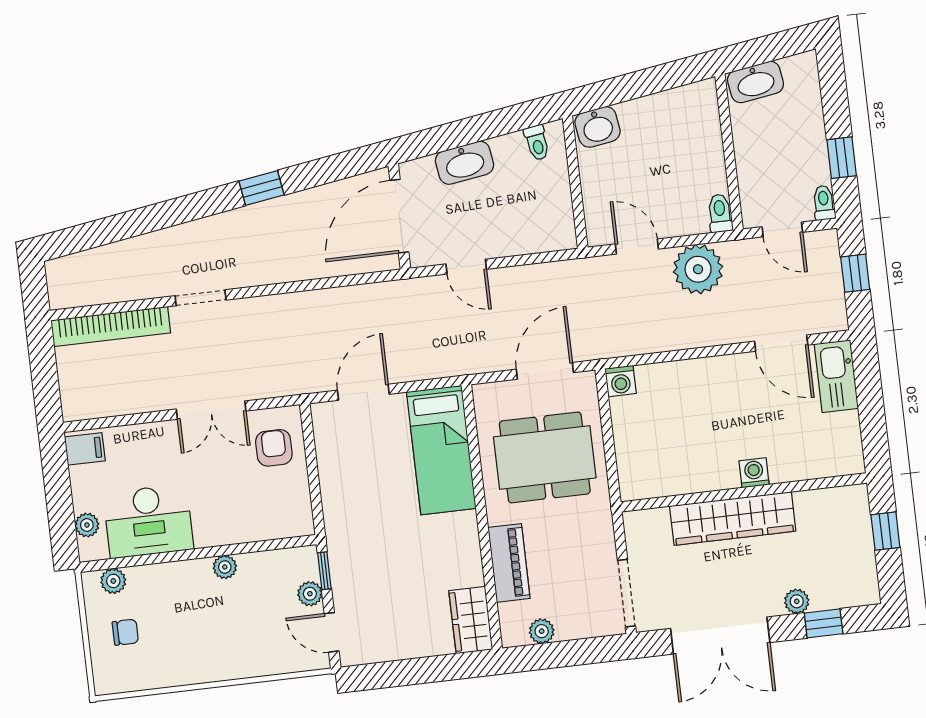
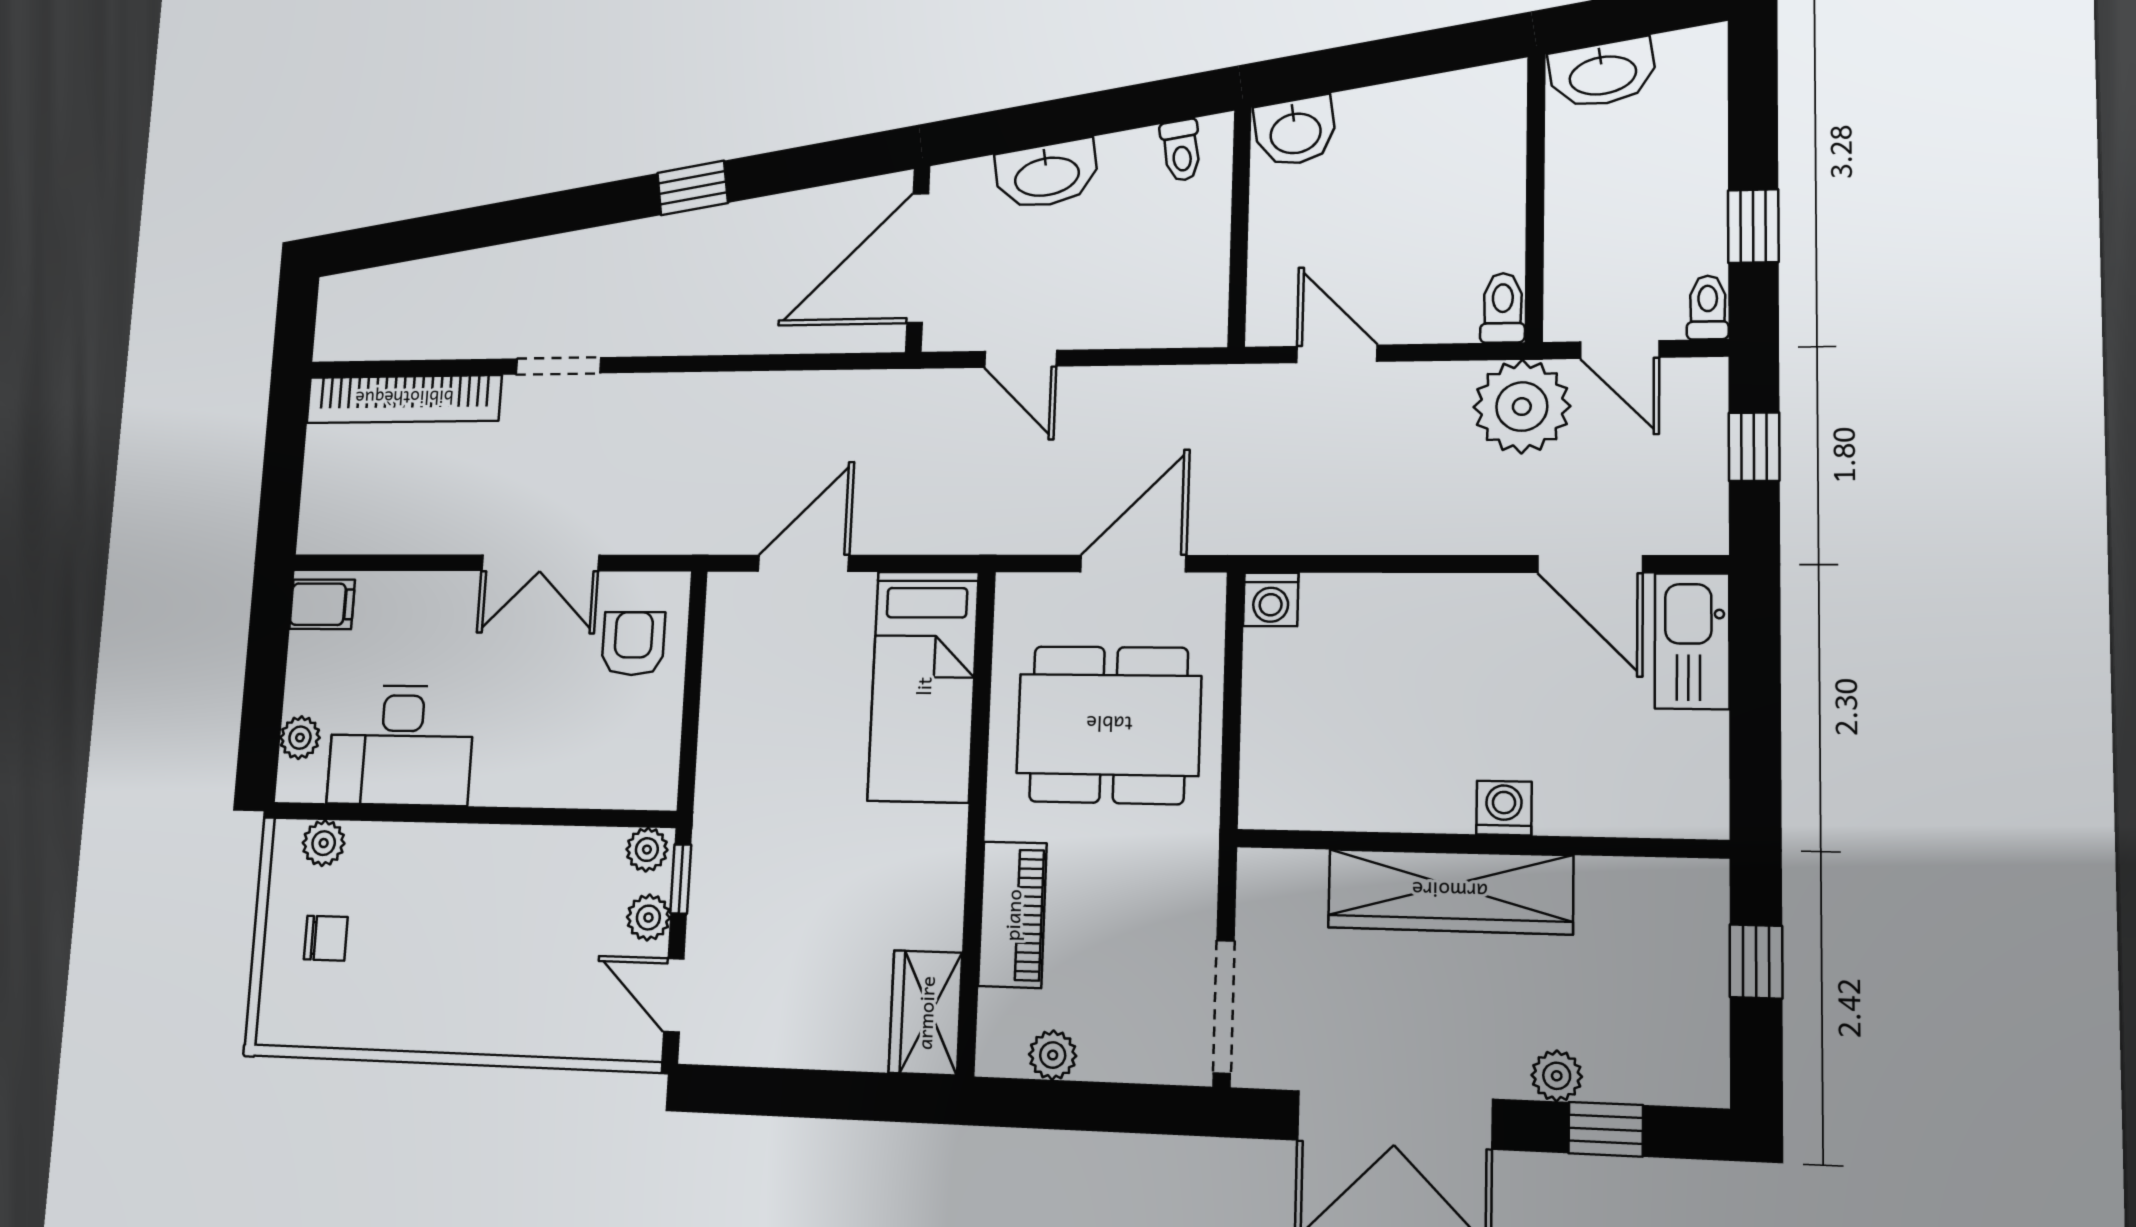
plant: (698, 269) -> (1522, 407), moved
plant: (225, 567) -> (647, 850), moved

